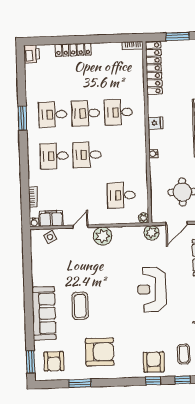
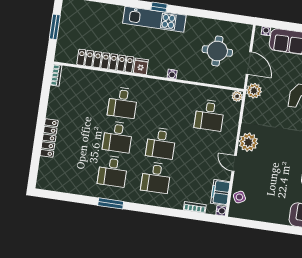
printer: (31, 54) -> (46, 182), removed
locker: (154, 68) -> (105, 61), moved

